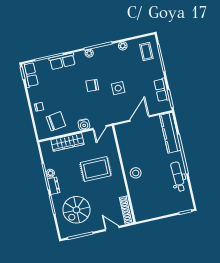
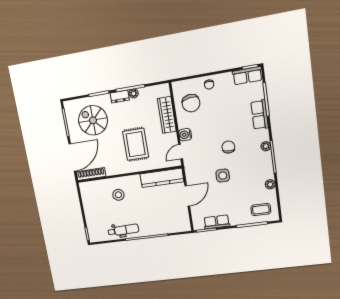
door: (140, 119) -> (187, 196), hinge flipped
door: (99, 128) -> (181, 152), hinge flipped
kitchen counter: (170, 133) -> (162, 178), moved, turned 180
stool: (136, 173) -> (118, 195), moved
door: (112, 228) -> (72, 157), width x1.87

